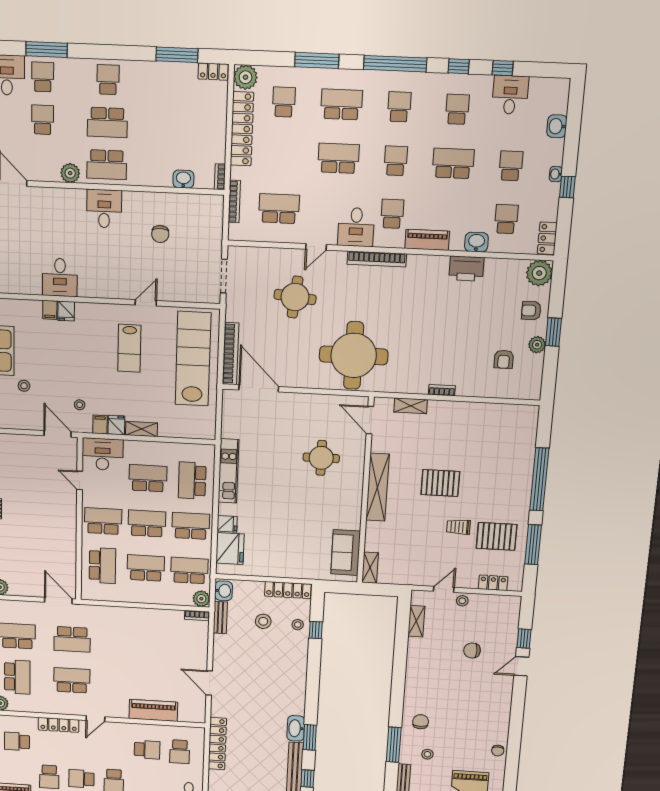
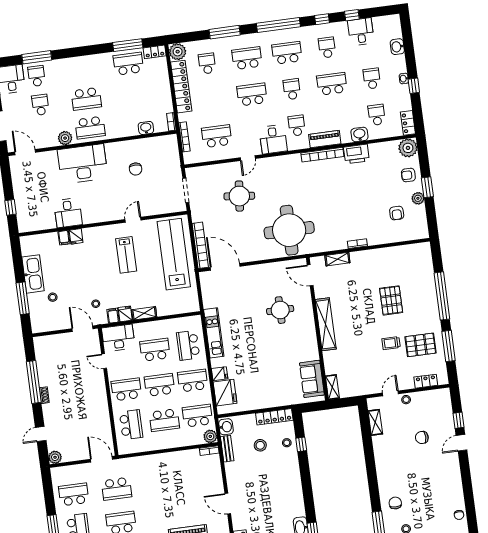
school desk: (108, 80) -> (128, 64), moved, width x1.85
school desk: (399, 107) -> (287, 53), width x1.85
desk: (104, 209) -> (83, 164), width x1.87, depth x1.30
bookcase: (377, 259) -> (322, 155), moved
pallet: (440, 483) -> (391, 300), moved, turned 90
school desk: (146, 568) -> (164, 420), turned 180

